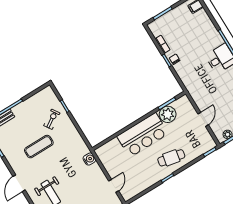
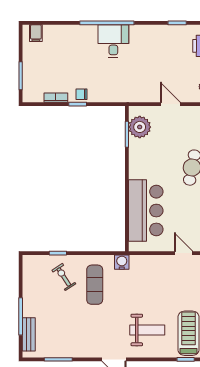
plant: (168, 114) -> (140, 127), moved
bar counter: (143, 135) -> (146, 211), moved
exercise mat: (39, 147) -> (95, 285), moved
water cooler: (89, 159) -> (122, 262), moved

